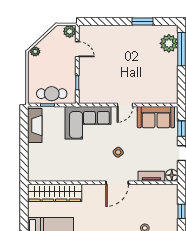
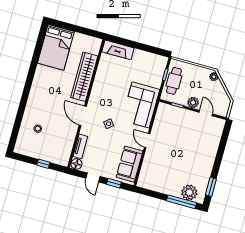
window: (143, 21) -> (211, 187), moved
plant: (70, 31) -> (193, 103), moved
door: (77, 49) -> (206, 113), swing flipped
fireplace: (35, 125) -> (118, 50), moved
wardrobe: (55, 193) -> (84, 77), moved

